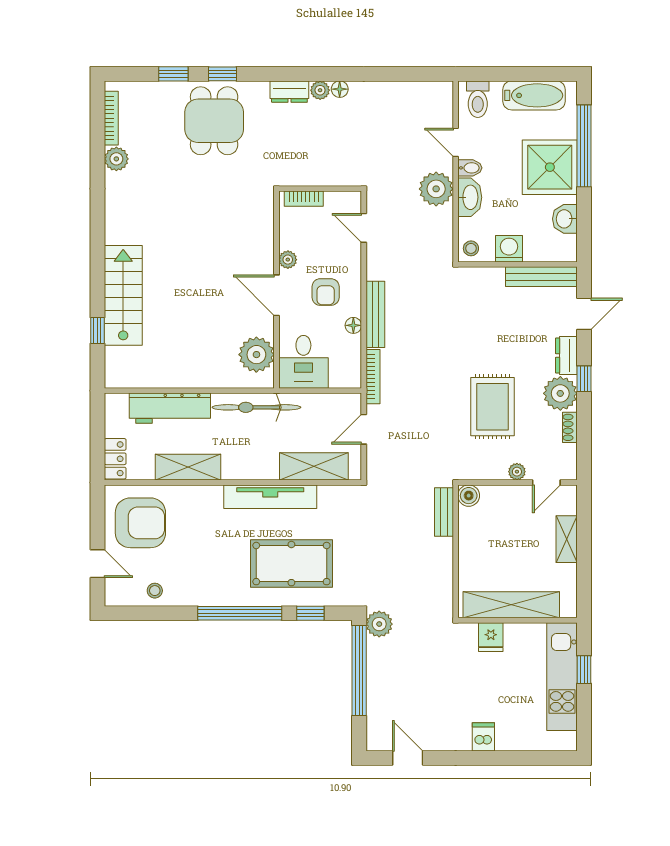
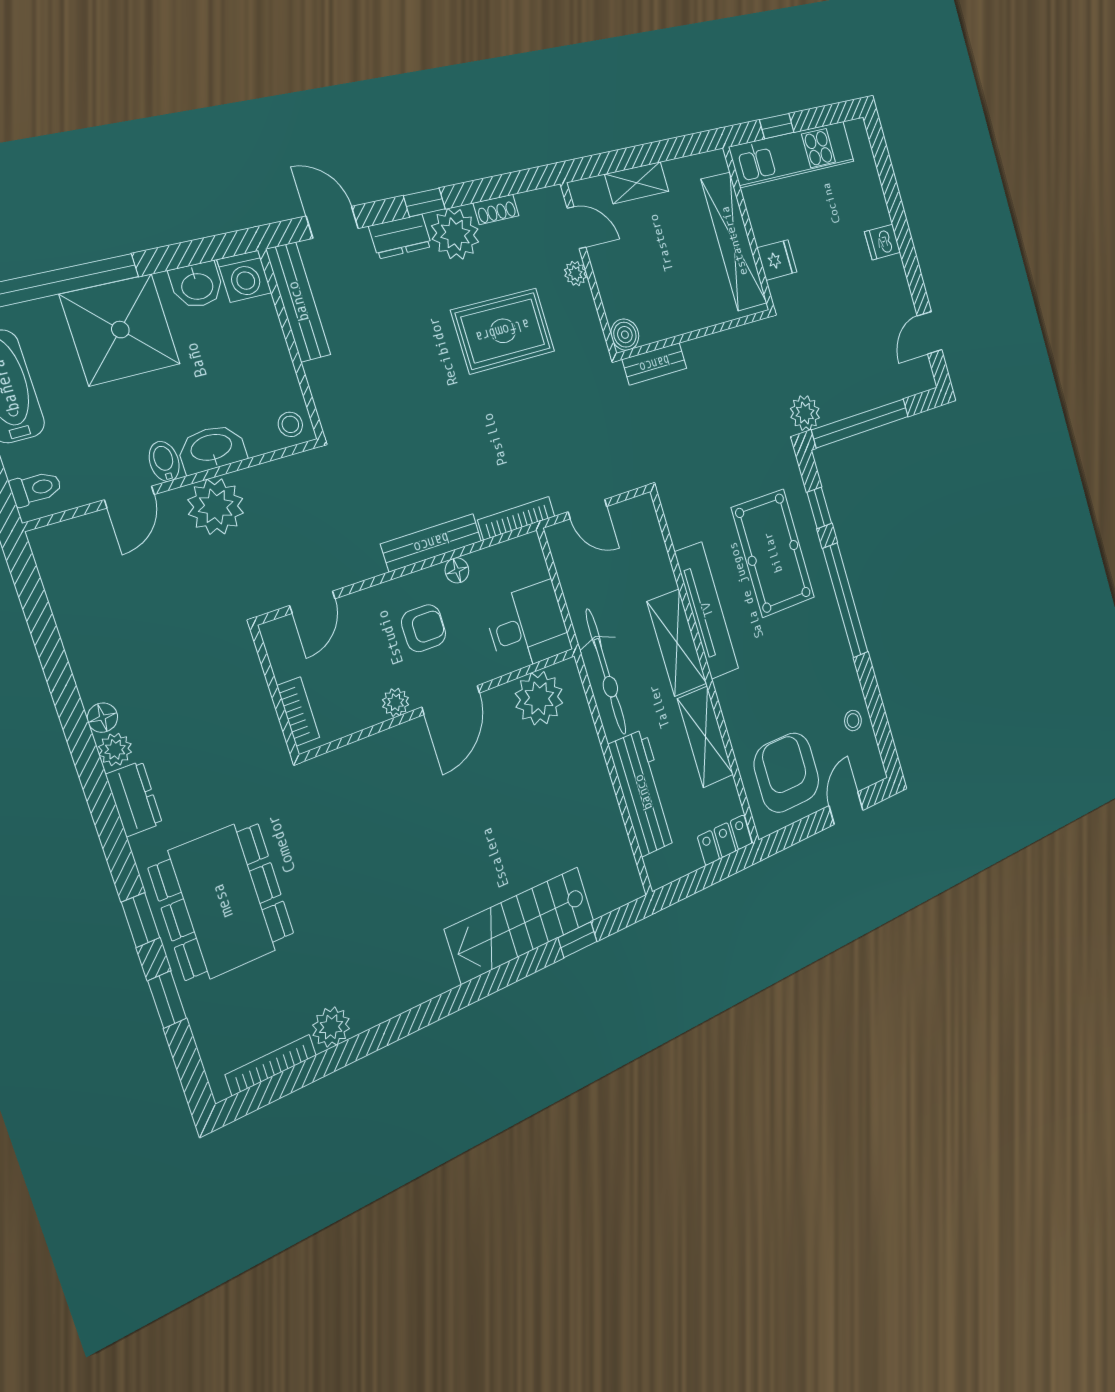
toilet: (478, 99) -> (36, 488), width x0.73, depth x0.72
dining table: (214, 121) -> (222, 901), width x1.38
washing machine: (509, 249) -> (244, 276), moved, turned -90
shelving: (314, 466) -> (677, 643), moved

